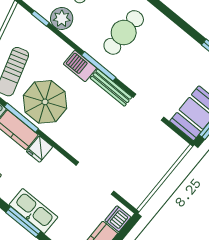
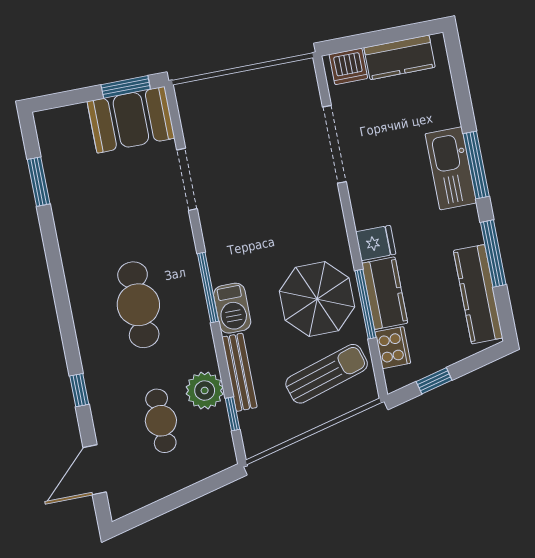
cafe table: (124, 32) -> (138, 305), turned 90
bench: (111, 88) -> (239, 372), moved

